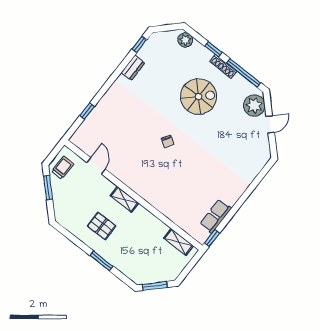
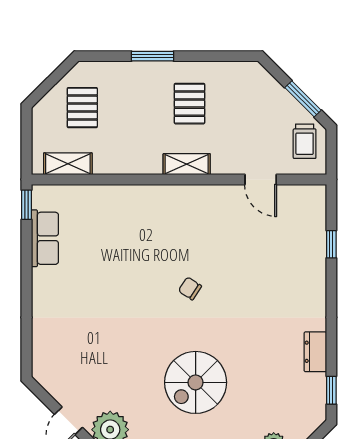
pallet: (102, 226) -> (189, 104), turned 90
pallet: (152, 262) -> (82, 108), added
window: (155, 286) -> (53, 79), removed

